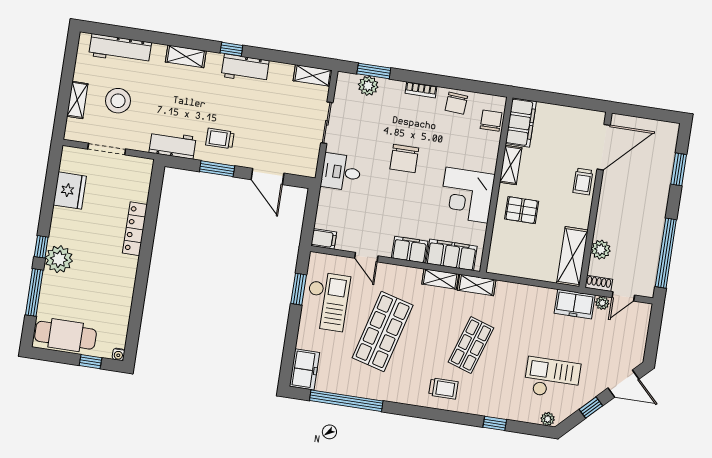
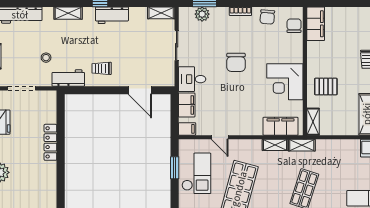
stool: (118, 101) -> (46, 58), moved, width x0.53, depth x0.53
shelving: (511, 165) -> (313, 122), moved
window: (217, 169) -> (103, 90), removed
filing cabinet: (410, 250) -> (187, 105), moved, turned 90

